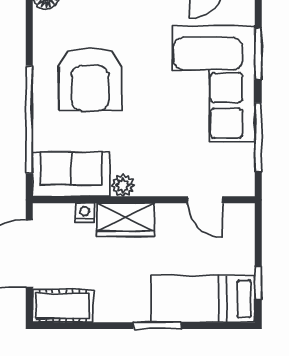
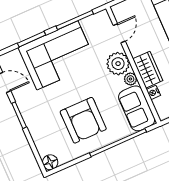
armchair: (90, 79) -> (83, 120), turned 90
plant: (157, 176) -> (118, 64), added

